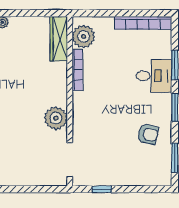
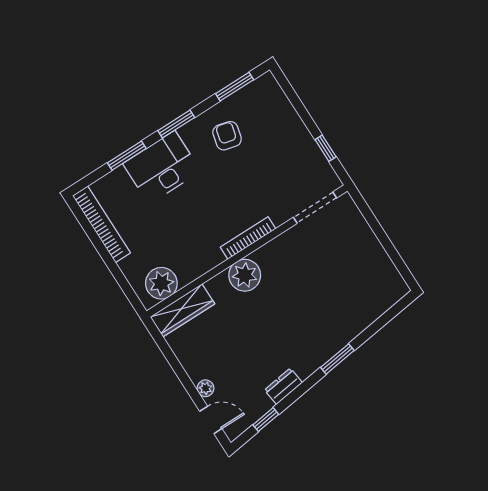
bookcase: (77, 70) -> (248, 238), moved
desk: (154, 76) -> (162, 167), width x1.37
plant: (56, 118) -> (245, 275), moved

